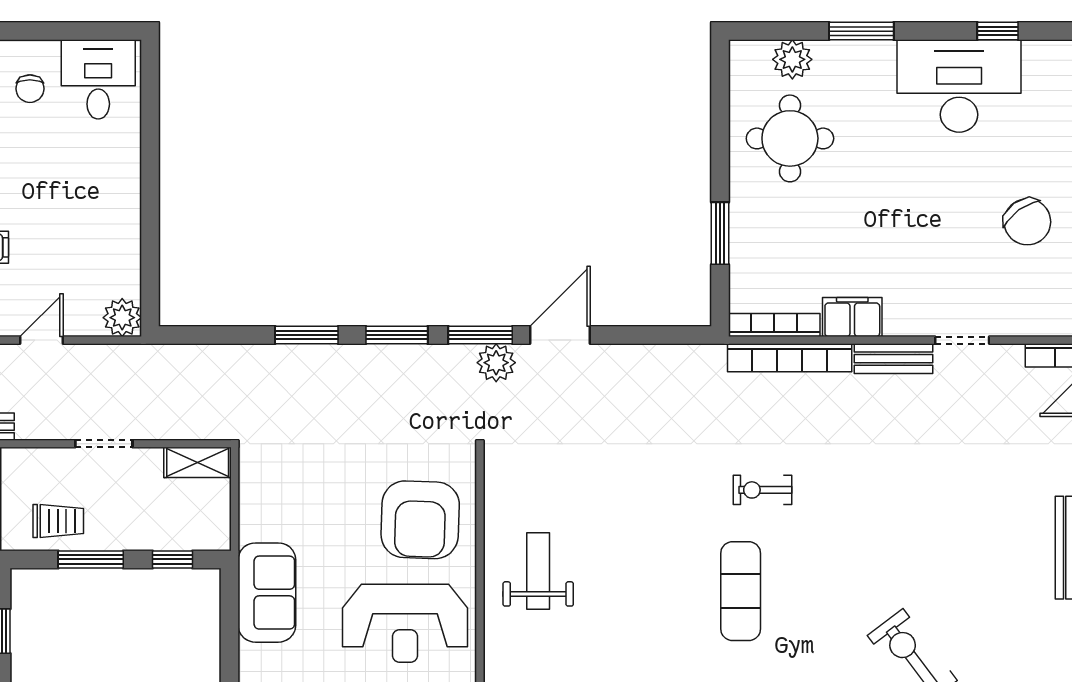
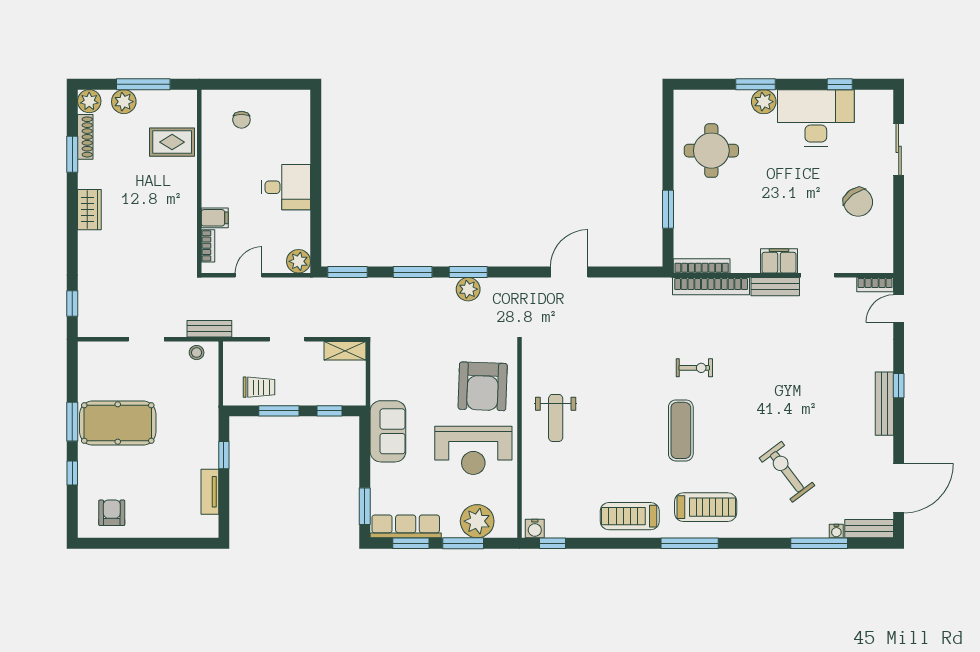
plant: (792, 59) -> (764, 102), moved
desk: (98, 79) -> (286, 187), moved, turned 90
filing cabinet: (852, 317) -> (779, 261), moved
window: (480, 335) -> (347, 272), moved
plant: (496, 363) -> (468, 289), moved
exercise bike: (762, 490) -> (694, 368), turned 180
weight bench: (538, 571) -> (556, 418), turned 180

